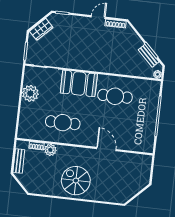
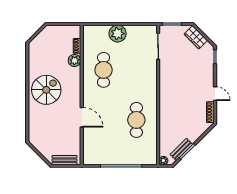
booth: (79, 83) -> (145, 82), removed
plant: (30, 93) -> (118, 34), moved
door: (106, 149) -> (82, 117), hinge flipped
bench: (19, 161) -> (65, 160), moved

